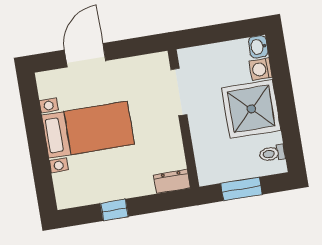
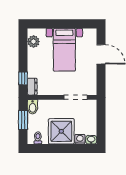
bidet: (212, 174) -> (33, 107), added
plant: (82, 194) -> (33, 42), added
window: (114, 210) -> (23, 78), moved

